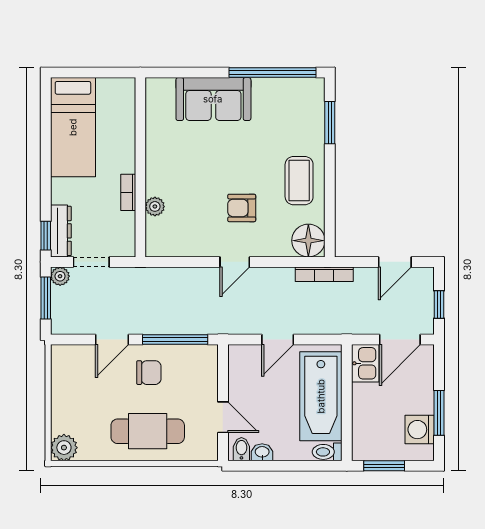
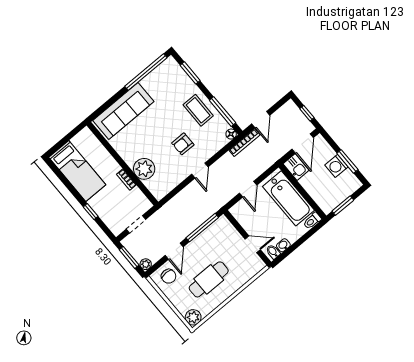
sofa: (213, 99) -> (123, 111), width x1.36
plant: (155, 206) -> (144, 169), width x1.88, depth x1.88
window: (330, 209) -> (223, 112), added
dresser: (61, 231) -> (111, 222), removed
window: (46, 236) -> (91, 212), moved
floor lamp: (308, 241) -> (231, 134), width x0.53, depth x0.53
door: (395, 262) -> (261, 120), moved
plant: (60, 276) -> (146, 264), moved
chair: (149, 373) -> (169, 276), moved, turned 90
washing machine: (420, 430) -> (336, 166), moved
cafe table: (148, 431) -> (209, 279), moved

